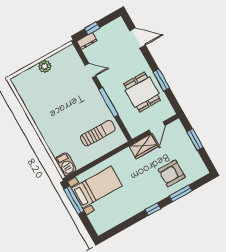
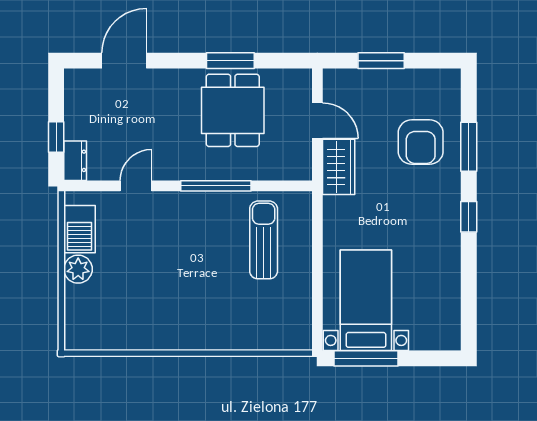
dining table: (142, 92) -> (233, 110), turned 90
barbecue: (66, 164) -> (80, 229), moved, turned 90

